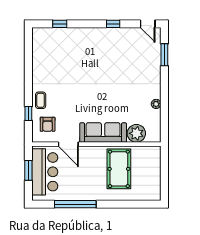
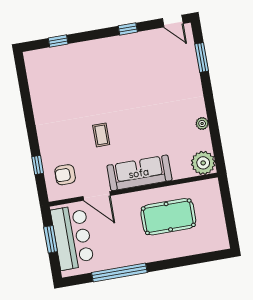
coffee table: (41, 100) -> (101, 135), moved
armchair: (48, 124) -> (65, 175), turned 90
plant: (136, 133) -> (203, 163), moved
pool table: (119, 169) -> (168, 217), turned 90

